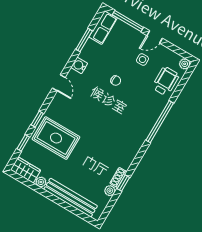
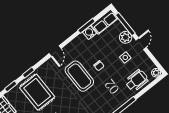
plant: (134, 36) -> (126, 37), added
door: (155, 37) -> (141, 44), swing flipped
water cooler: (79, 65) -> (89, 33), moved
coffee table: (98, 101) -> (79, 76), added

